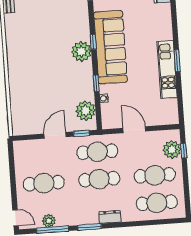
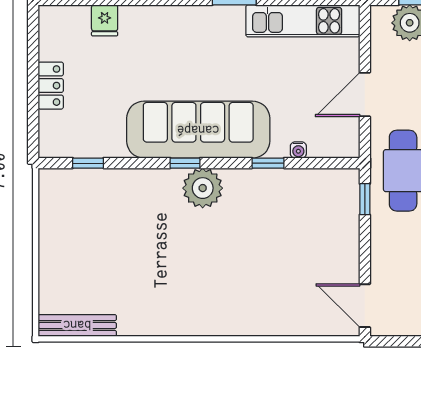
kitchen unit: (167, 69) -> (303, 21), moved
plant: (86, 111) -> (320, 188), removed
door: (55, 135) -> (365, 306), moved

